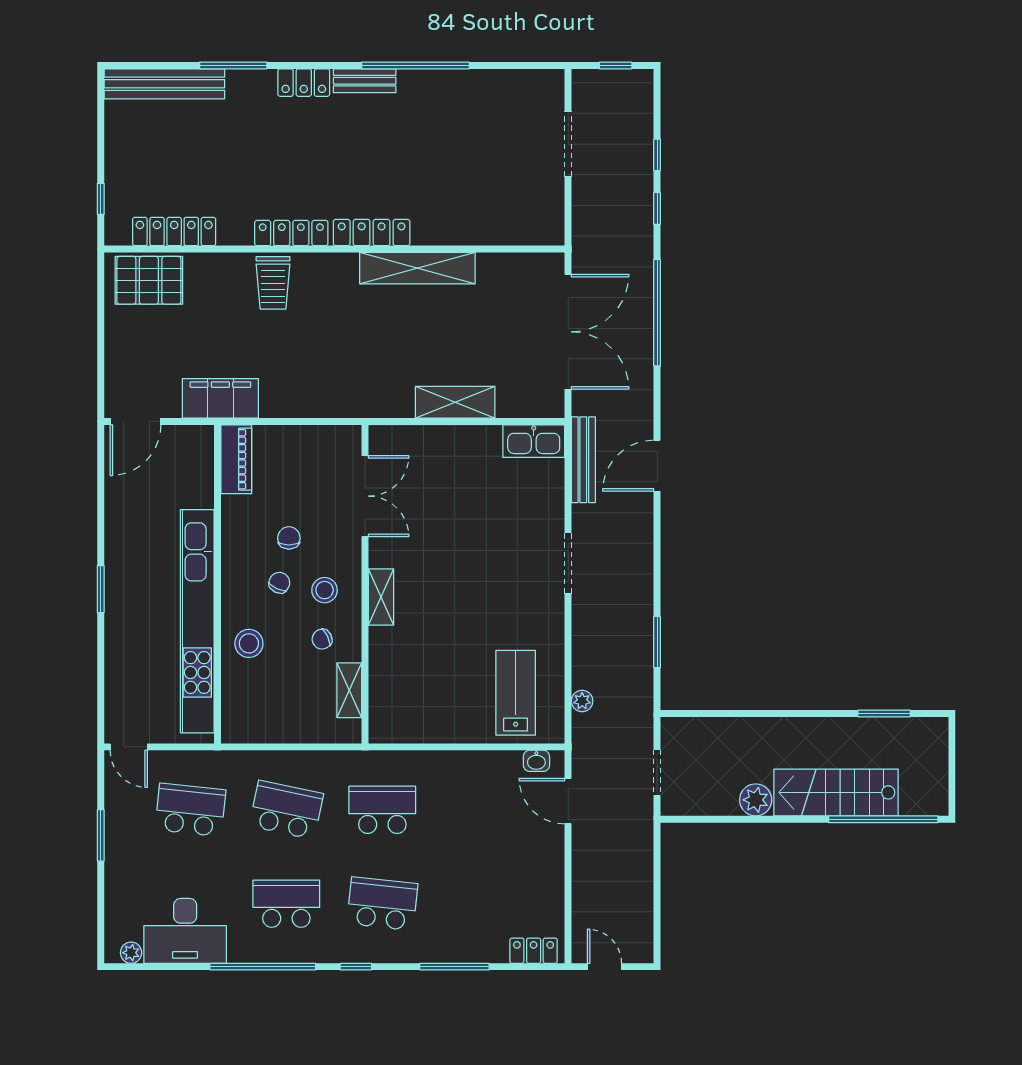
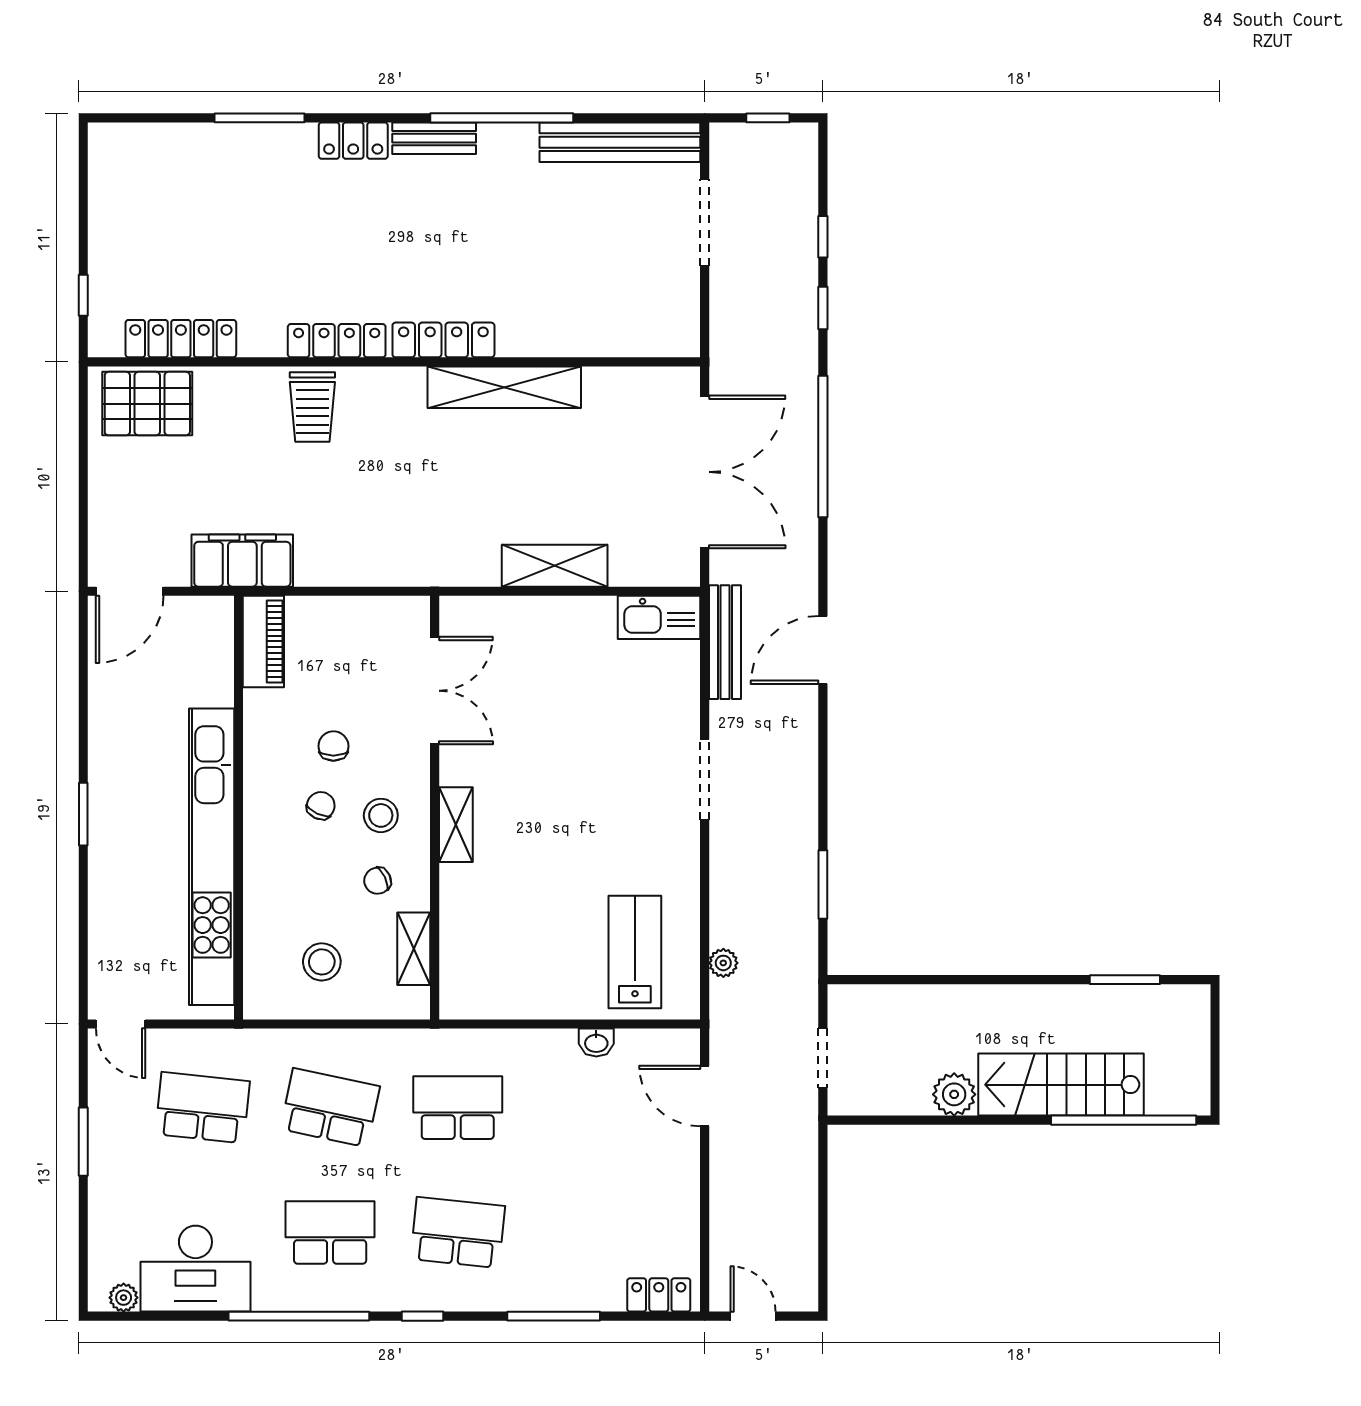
bench: (164, 84) -> (620, 142), moved
stool: (249, 643) -> (322, 962), moved
washbasin: (536, 761) -> (596, 1042), moved

